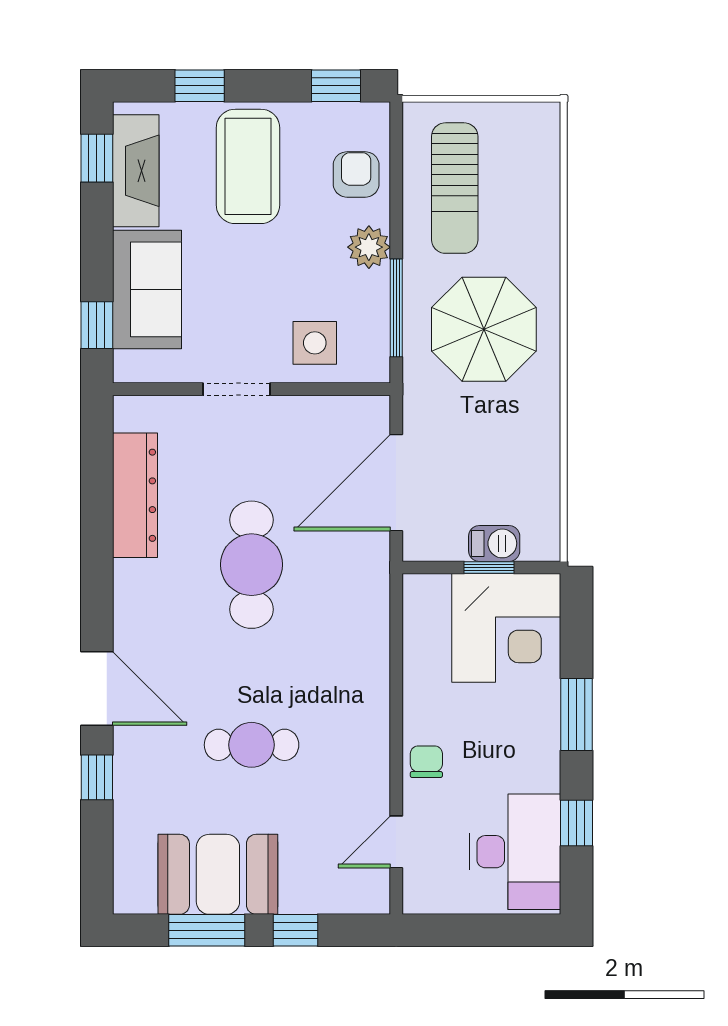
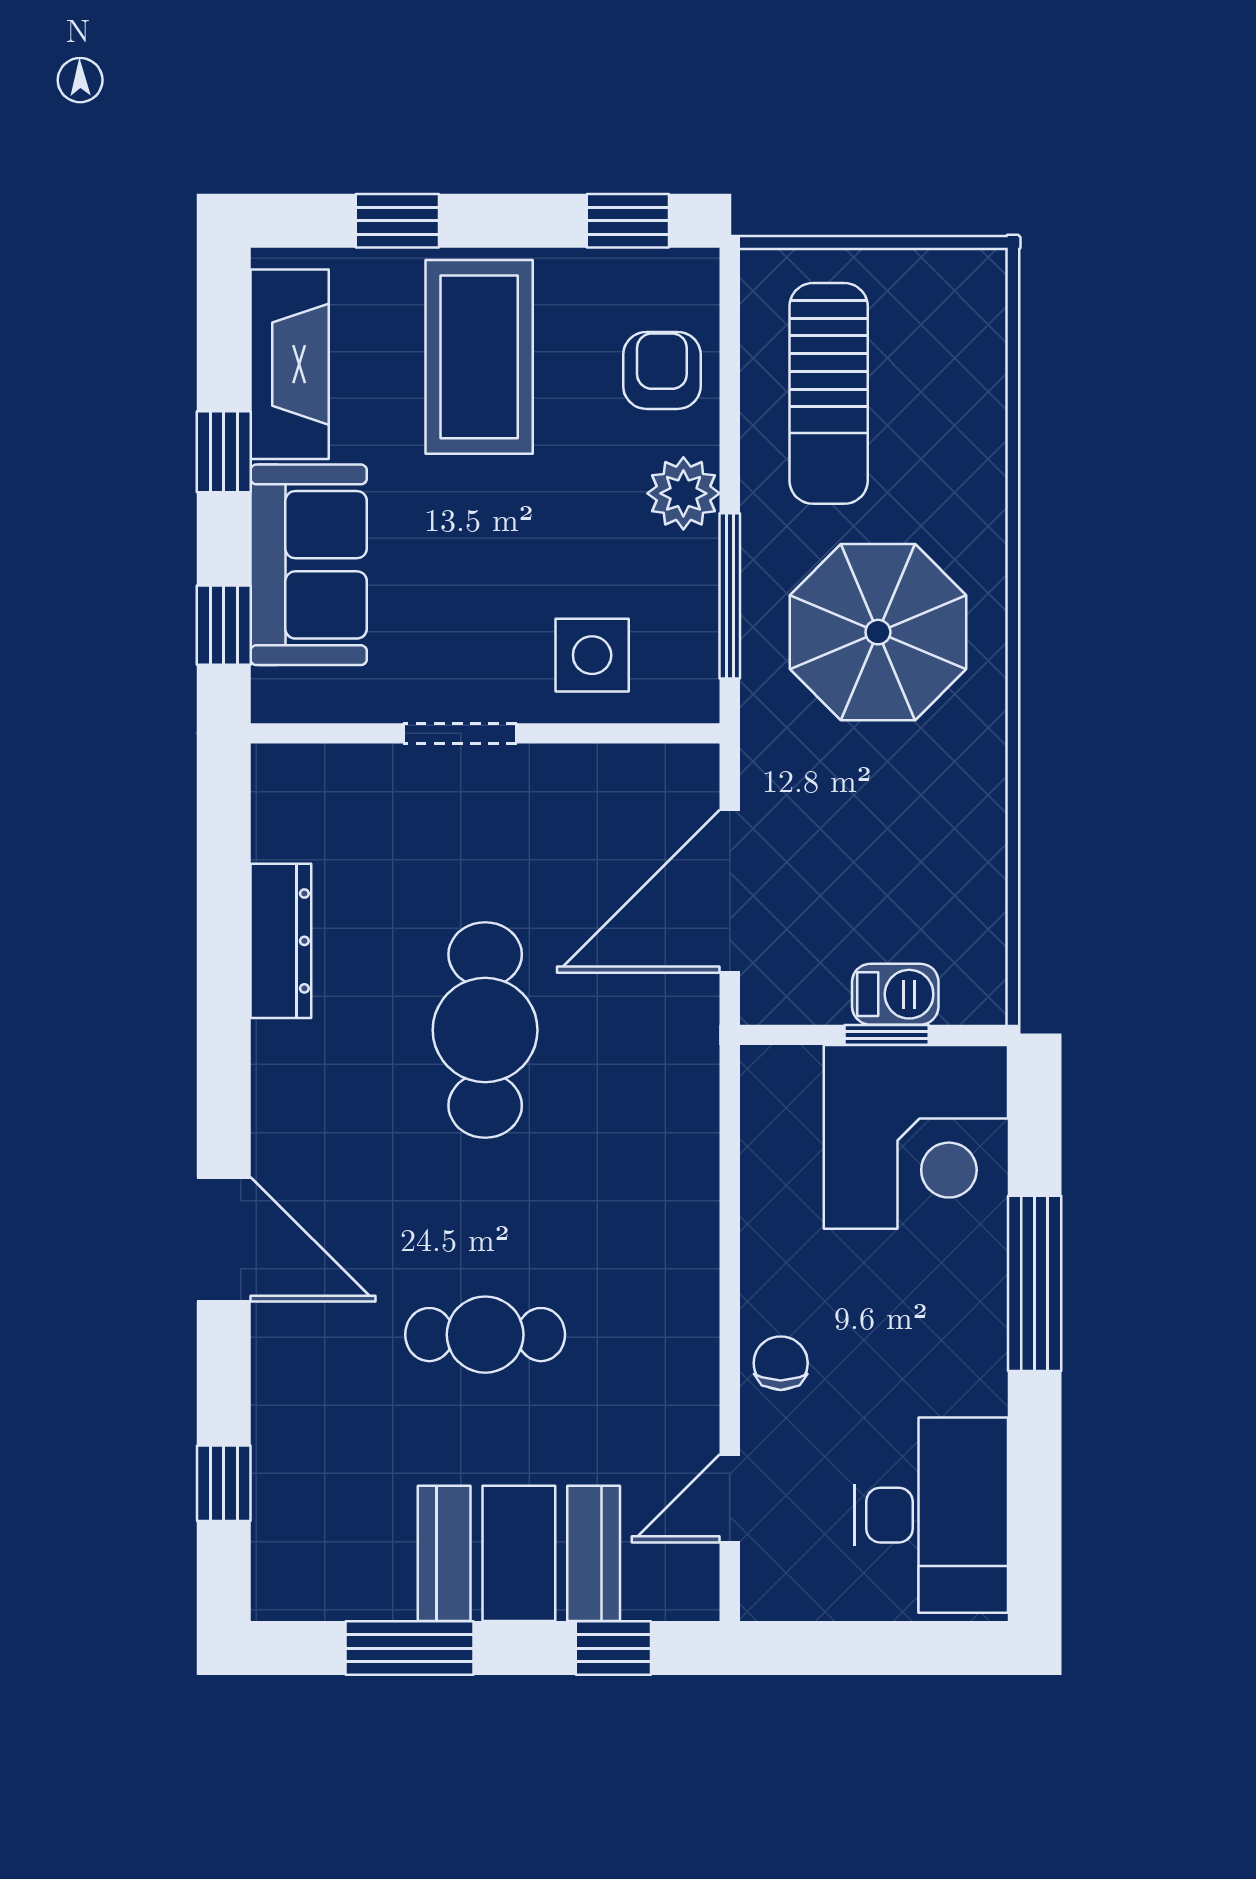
window: (97, 158) -> (224, 452), moved
dresser: (135, 495) -> (281, 941), width x0.73, depth x0.80
window: (577, 715) -> (1035, 1283), width x1.44
window: (97, 777) -> (224, 1483), moved
window: (577, 823) -> (1035, 1467), removed
booth: (218, 874) -> (519, 1553), moved
window: (295, 930) -> (613, 1648), moved

